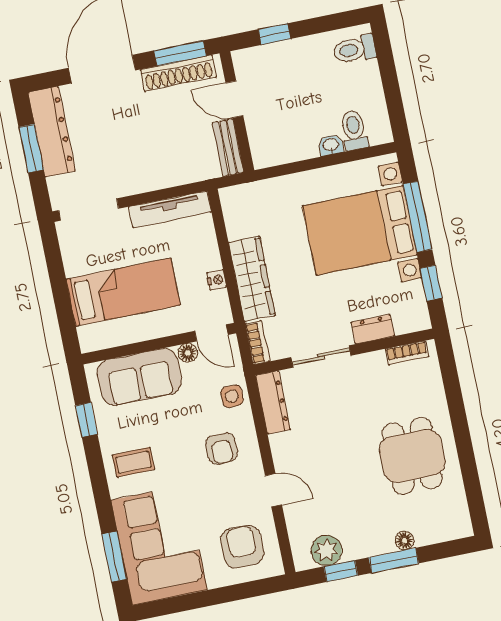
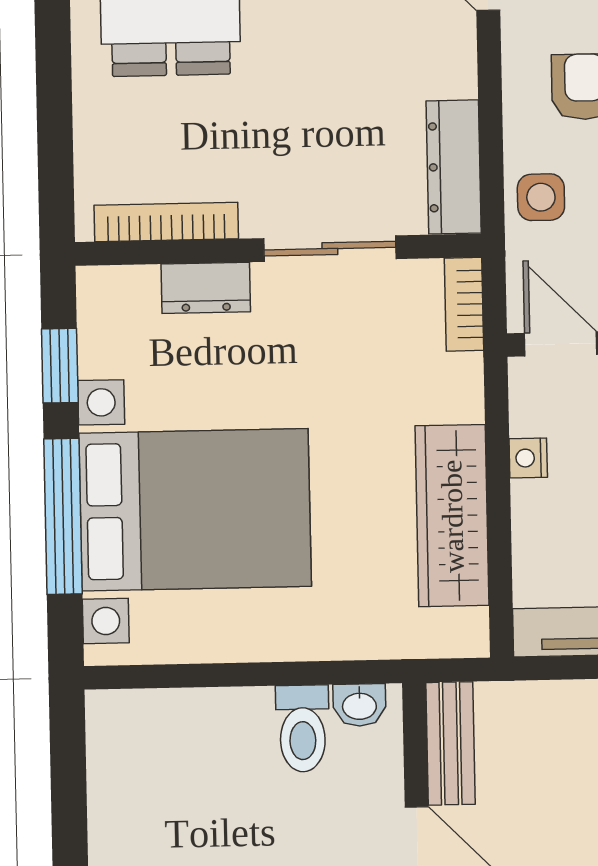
toilet: (354, 130) -> (303, 728), moved
washbasin: (331, 145) -> (359, 705), moved
wardrobe: (252, 279) -> (452, 516), moved
bookcase: (407, 353) -> (166, 222), width x1.56

